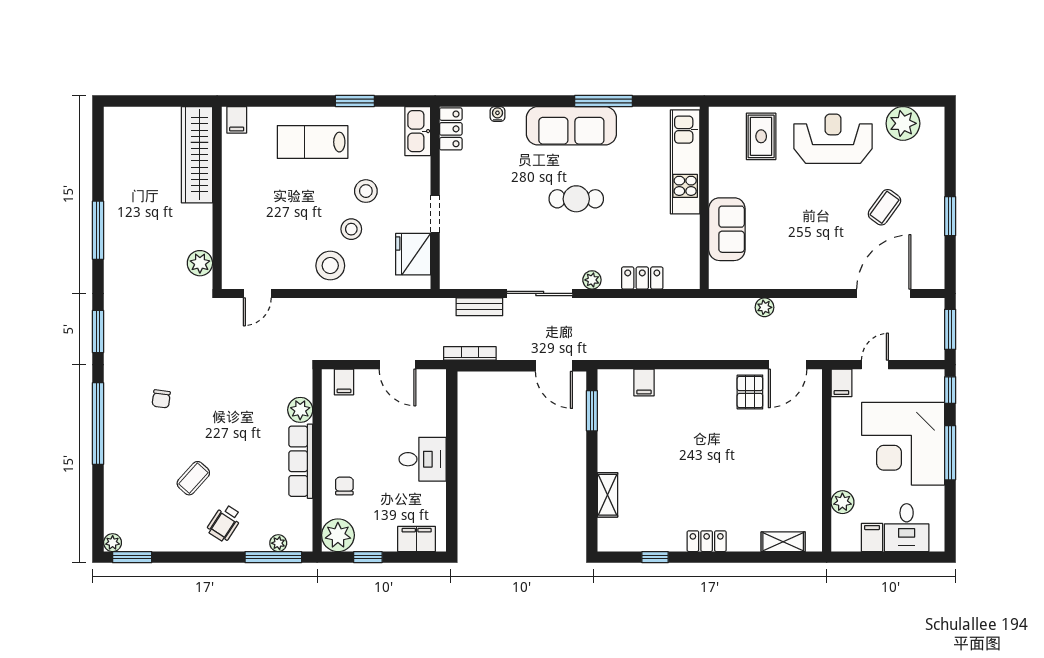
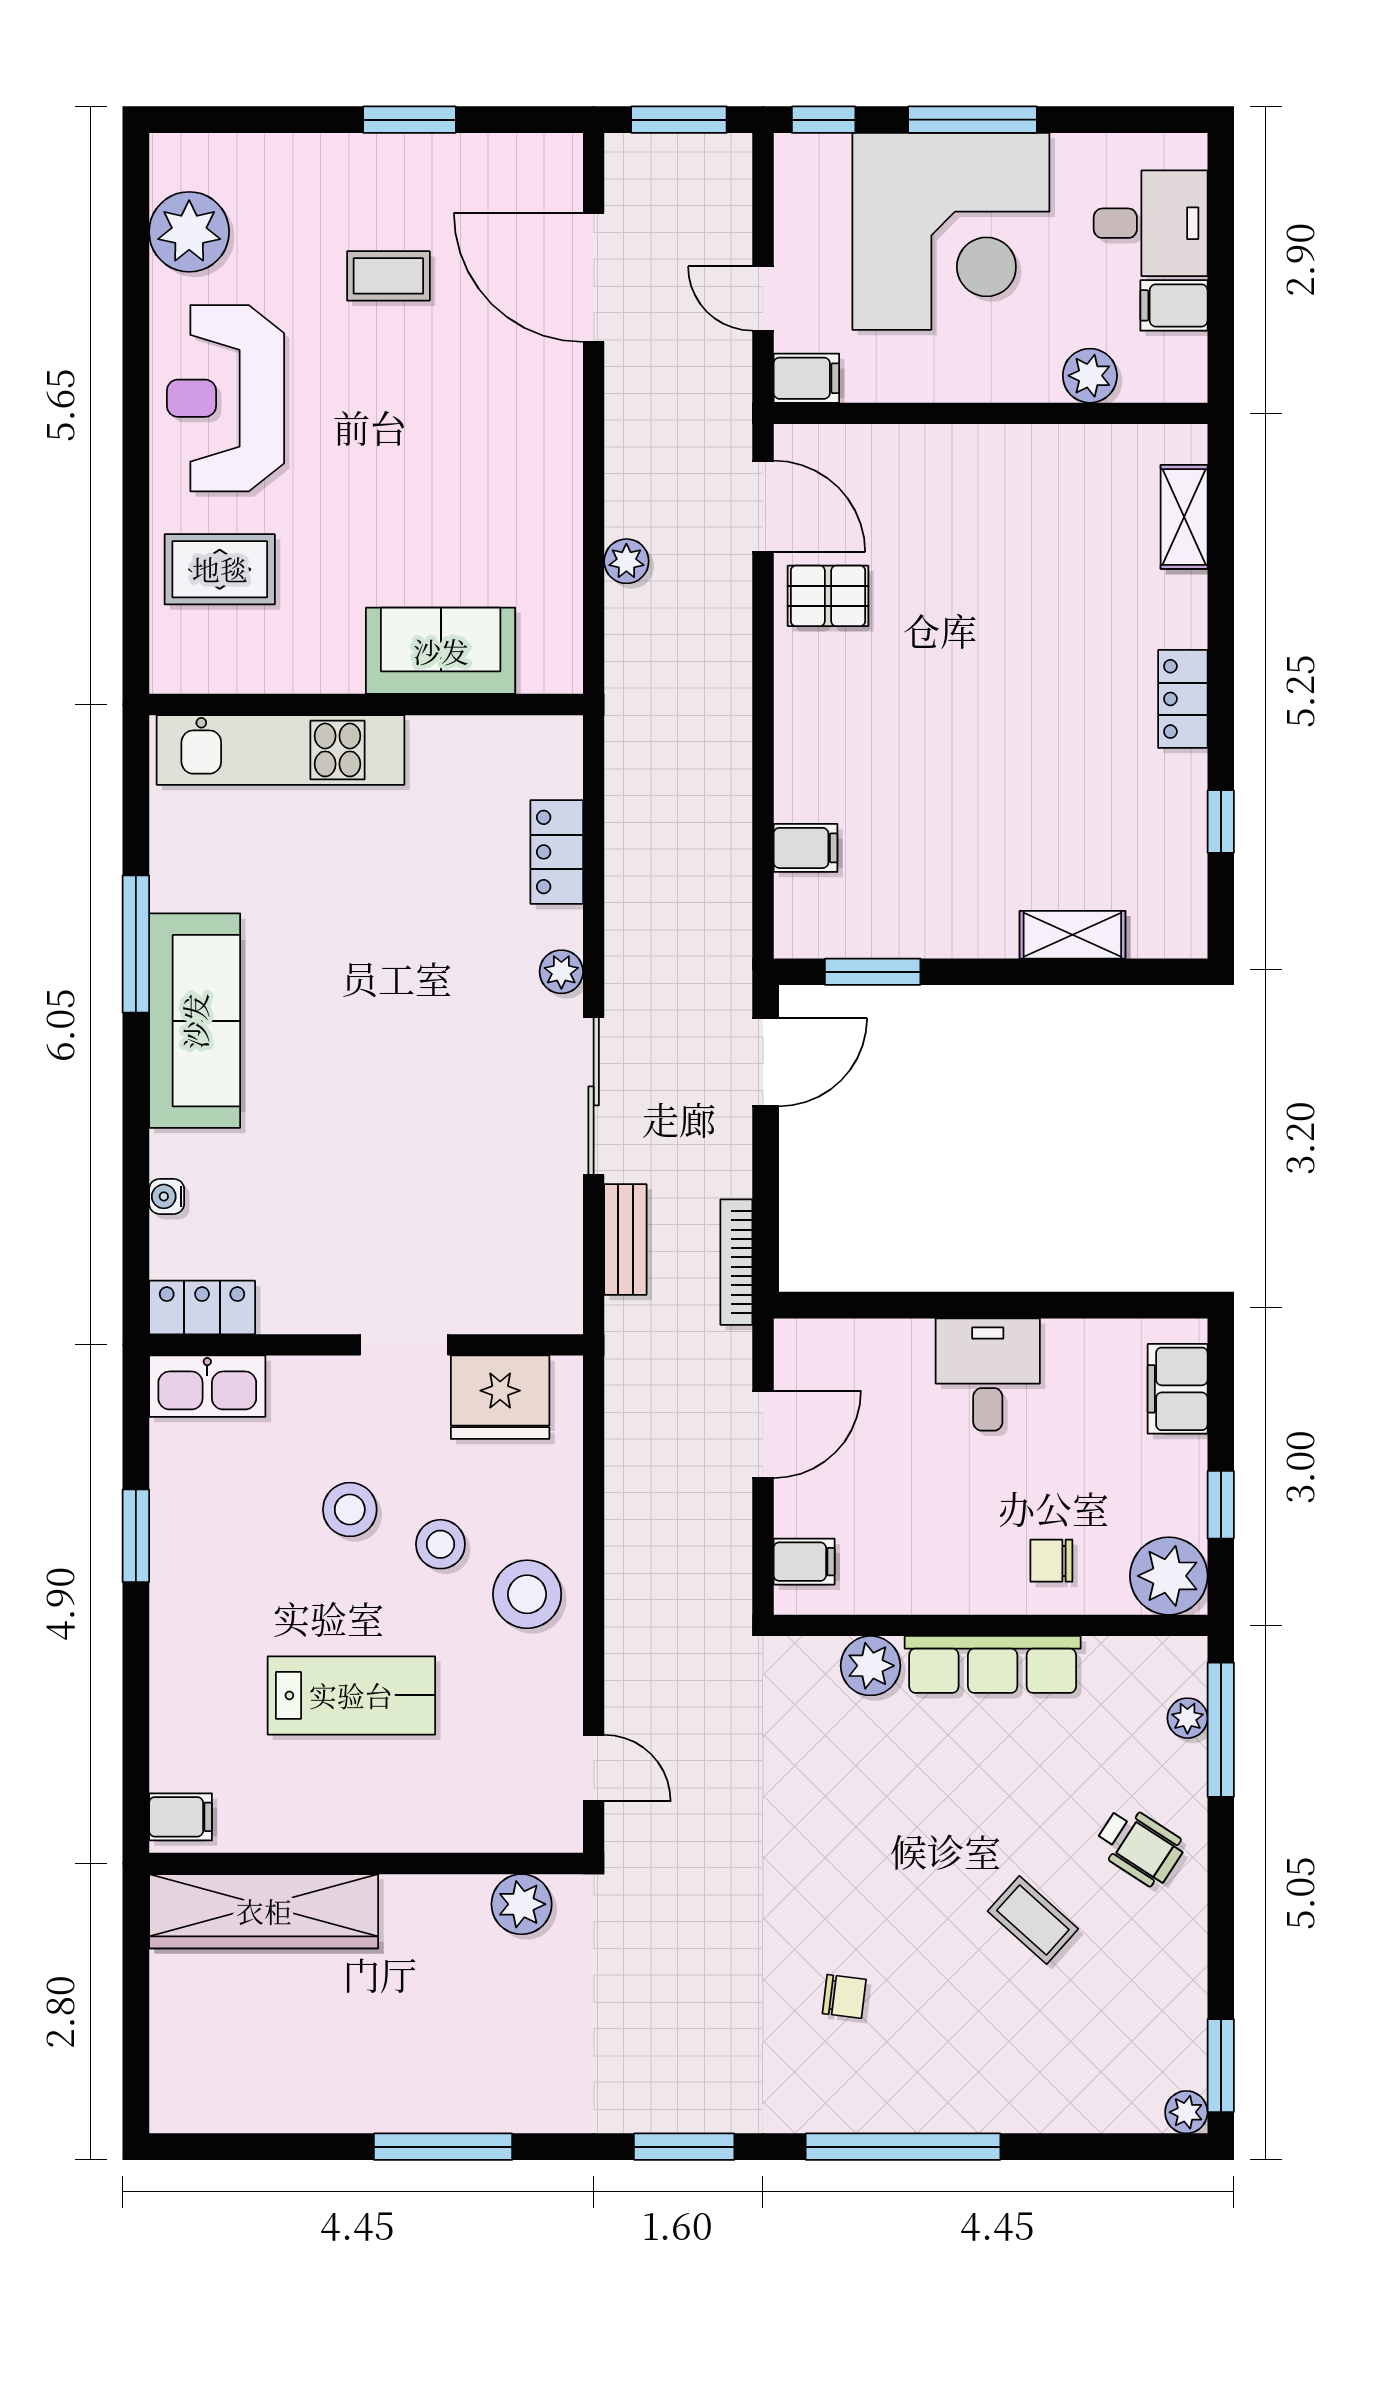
lab bench: (313, 142) -> (351, 1695), moved, turned -90
cafe table: (576, 199) -> (368, 1009), removed
coffee table: (884, 207) -> (388, 276), turned -36

